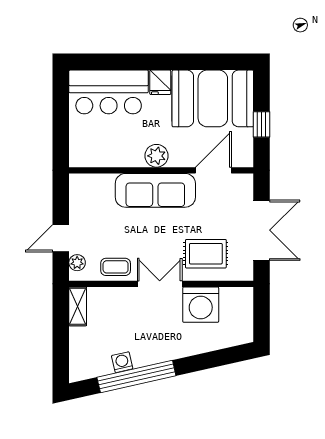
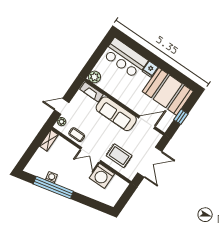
plant: (156, 156) -> (94, 77), moved
fireplace: (92, 183) -> (92, 92), added
double door: (160, 284) -> (91, 155), swing flipped

